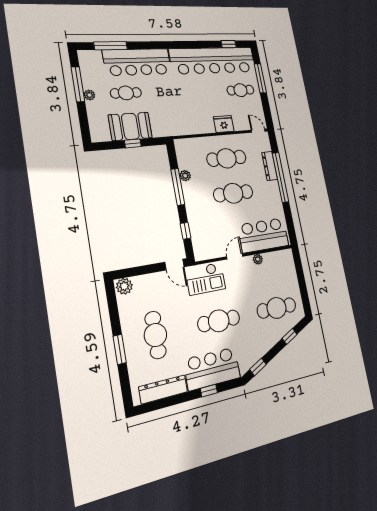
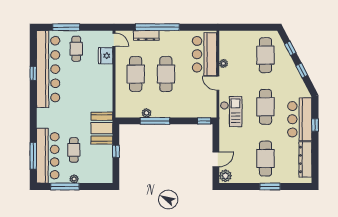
window: (229, 44) -> (33, 73), moved
bar counter: (137, 62) -> (48, 156), moved
fridge: (224, 124) -> (106, 56), moved
booth: (130, 126) -> (102, 128), moved
door: (258, 131) -> (114, 40), swing flipped
window: (186, 231) -> (204, 121), moved
door: (174, 265) -> (216, 159), moved
cafe table: (155, 335) -> (265, 159), turned 90
window: (258, 367) -> (302, 70), moved

